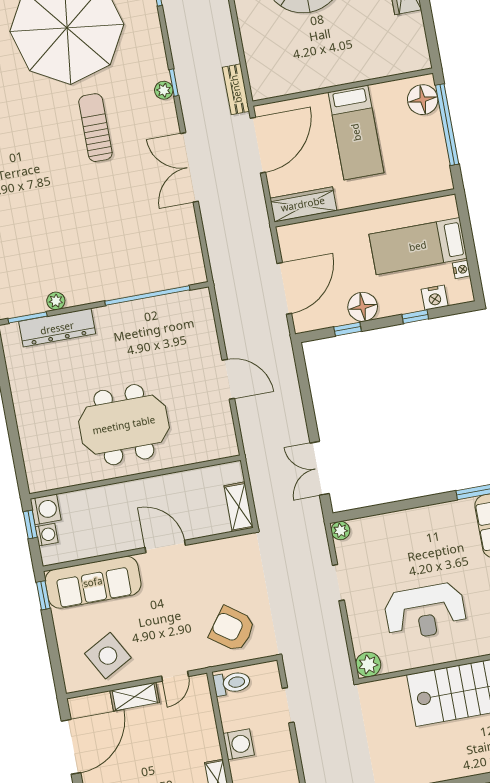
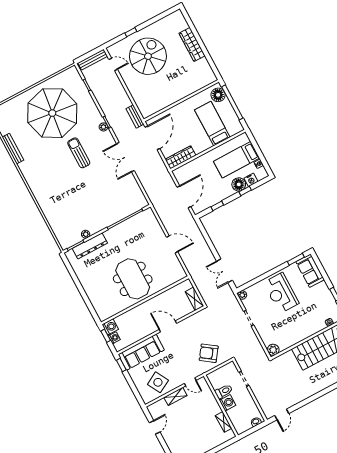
bed: (356, 132) -> (212, 124), moved, turned 180
floor lamp: (363, 307) -> (239, 184), moved
meeting table: (124, 425) -> (133, 279), turned 90
reception desk: (425, 612) -> (281, 293), moved, turned 90
door: (175, 676) -> (190, 382), hinge flipped
toilet: (232, 683) -> (224, 391), moved
door: (71, 747) -> (155, 427), width x0.53

